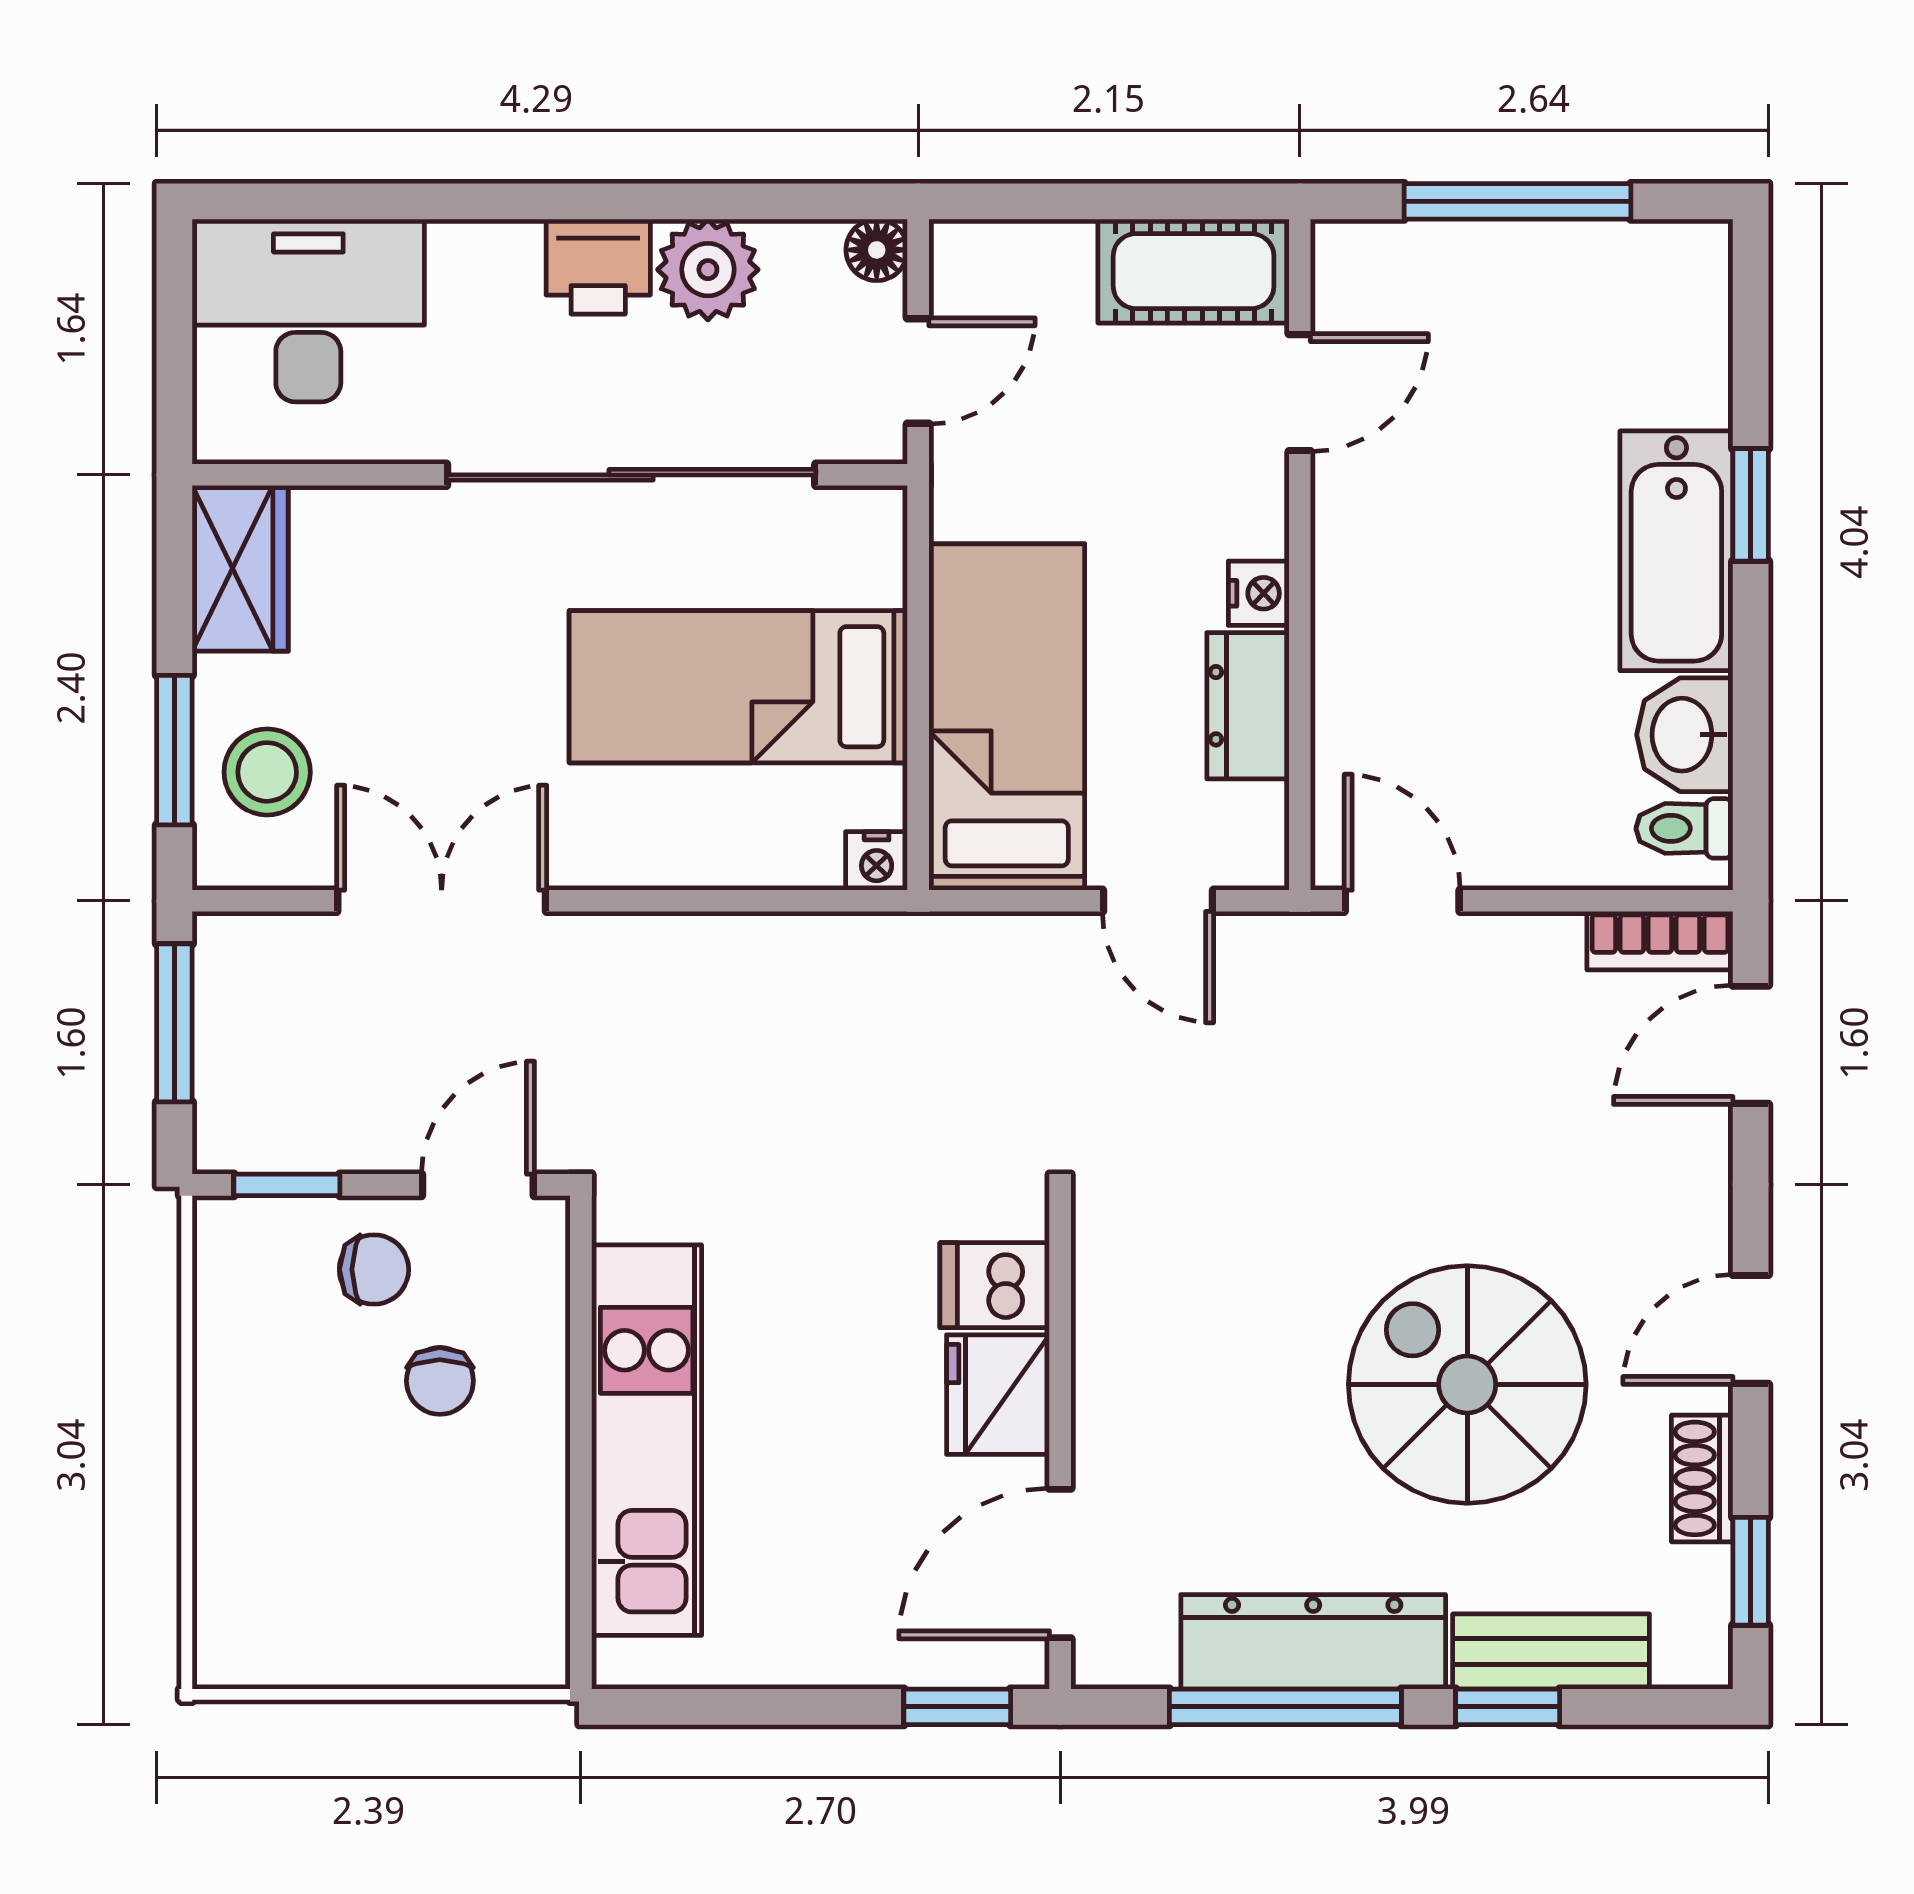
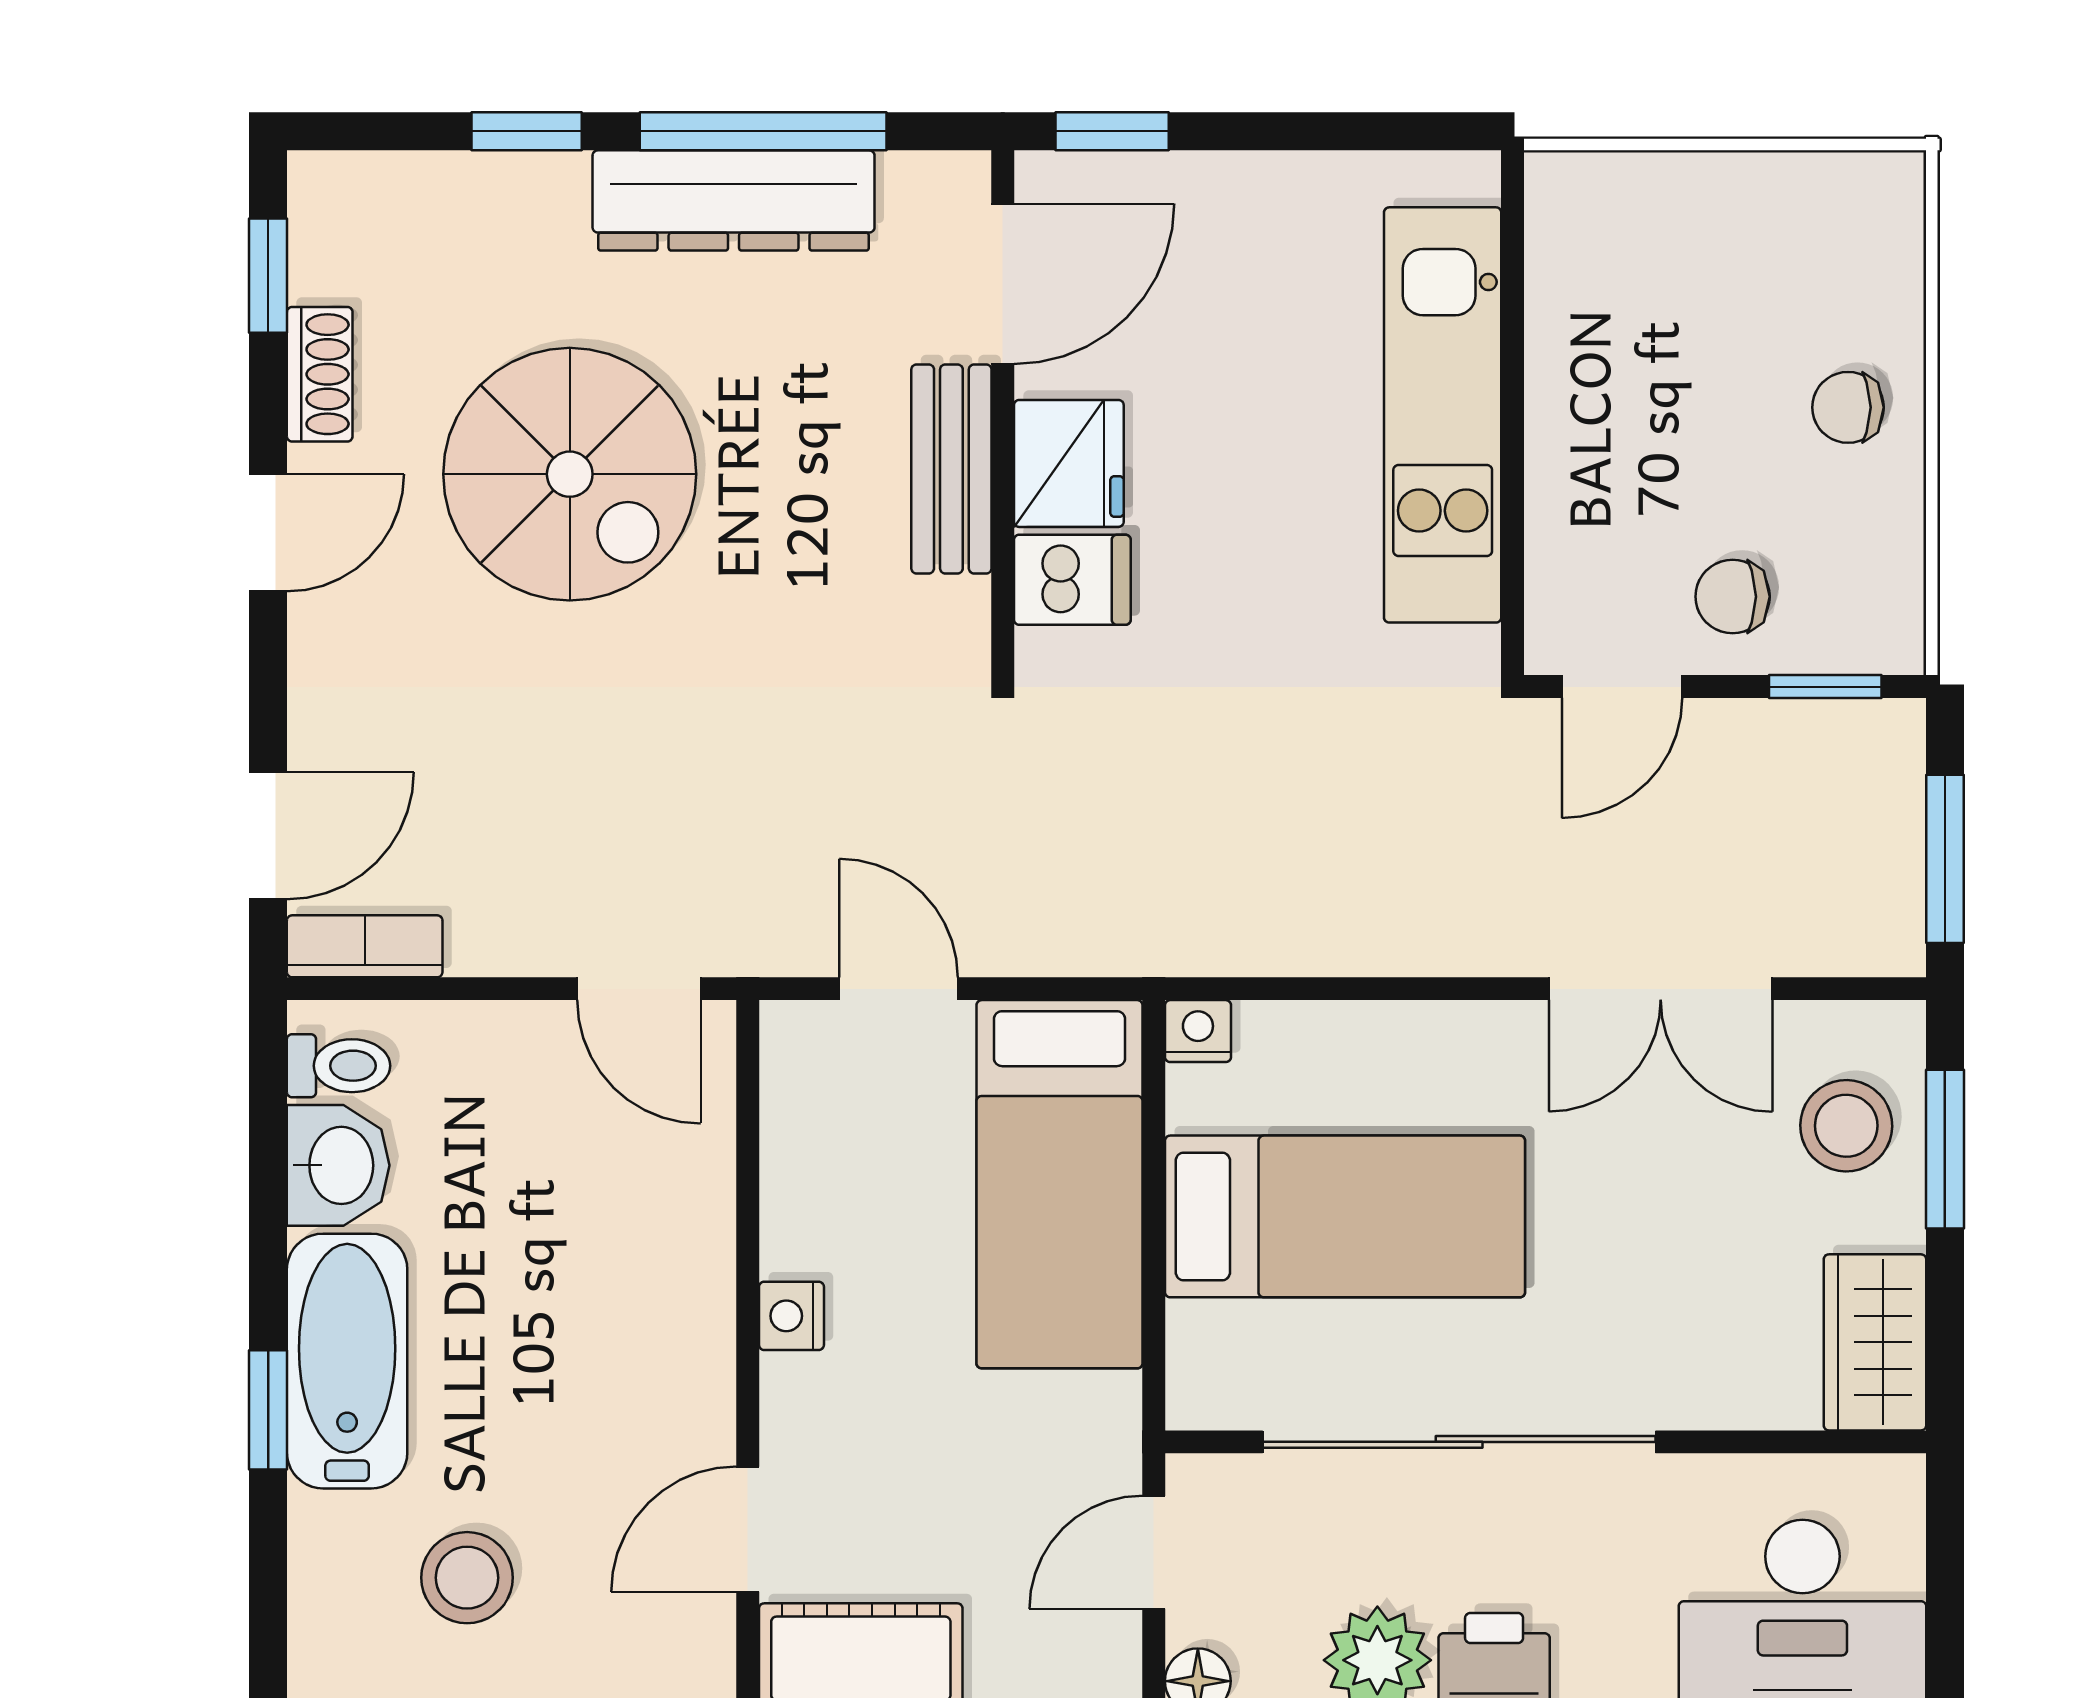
stool: (1564, 347) -> (467, 1578), added
dresser: (1248, 706) -> (803, 1196), removed
chair: (440, 1381) -> (1848, 407), moved, turned -90
bench: (1551, 1651) -> (951, 469), moved, turned 90

